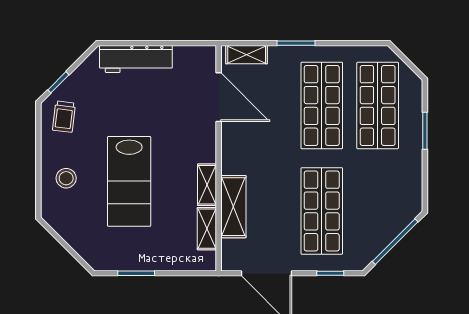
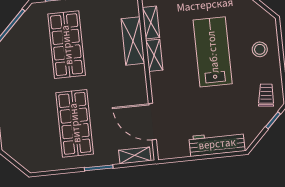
shop shelf: (378, 105) -> (33, 128), removed

